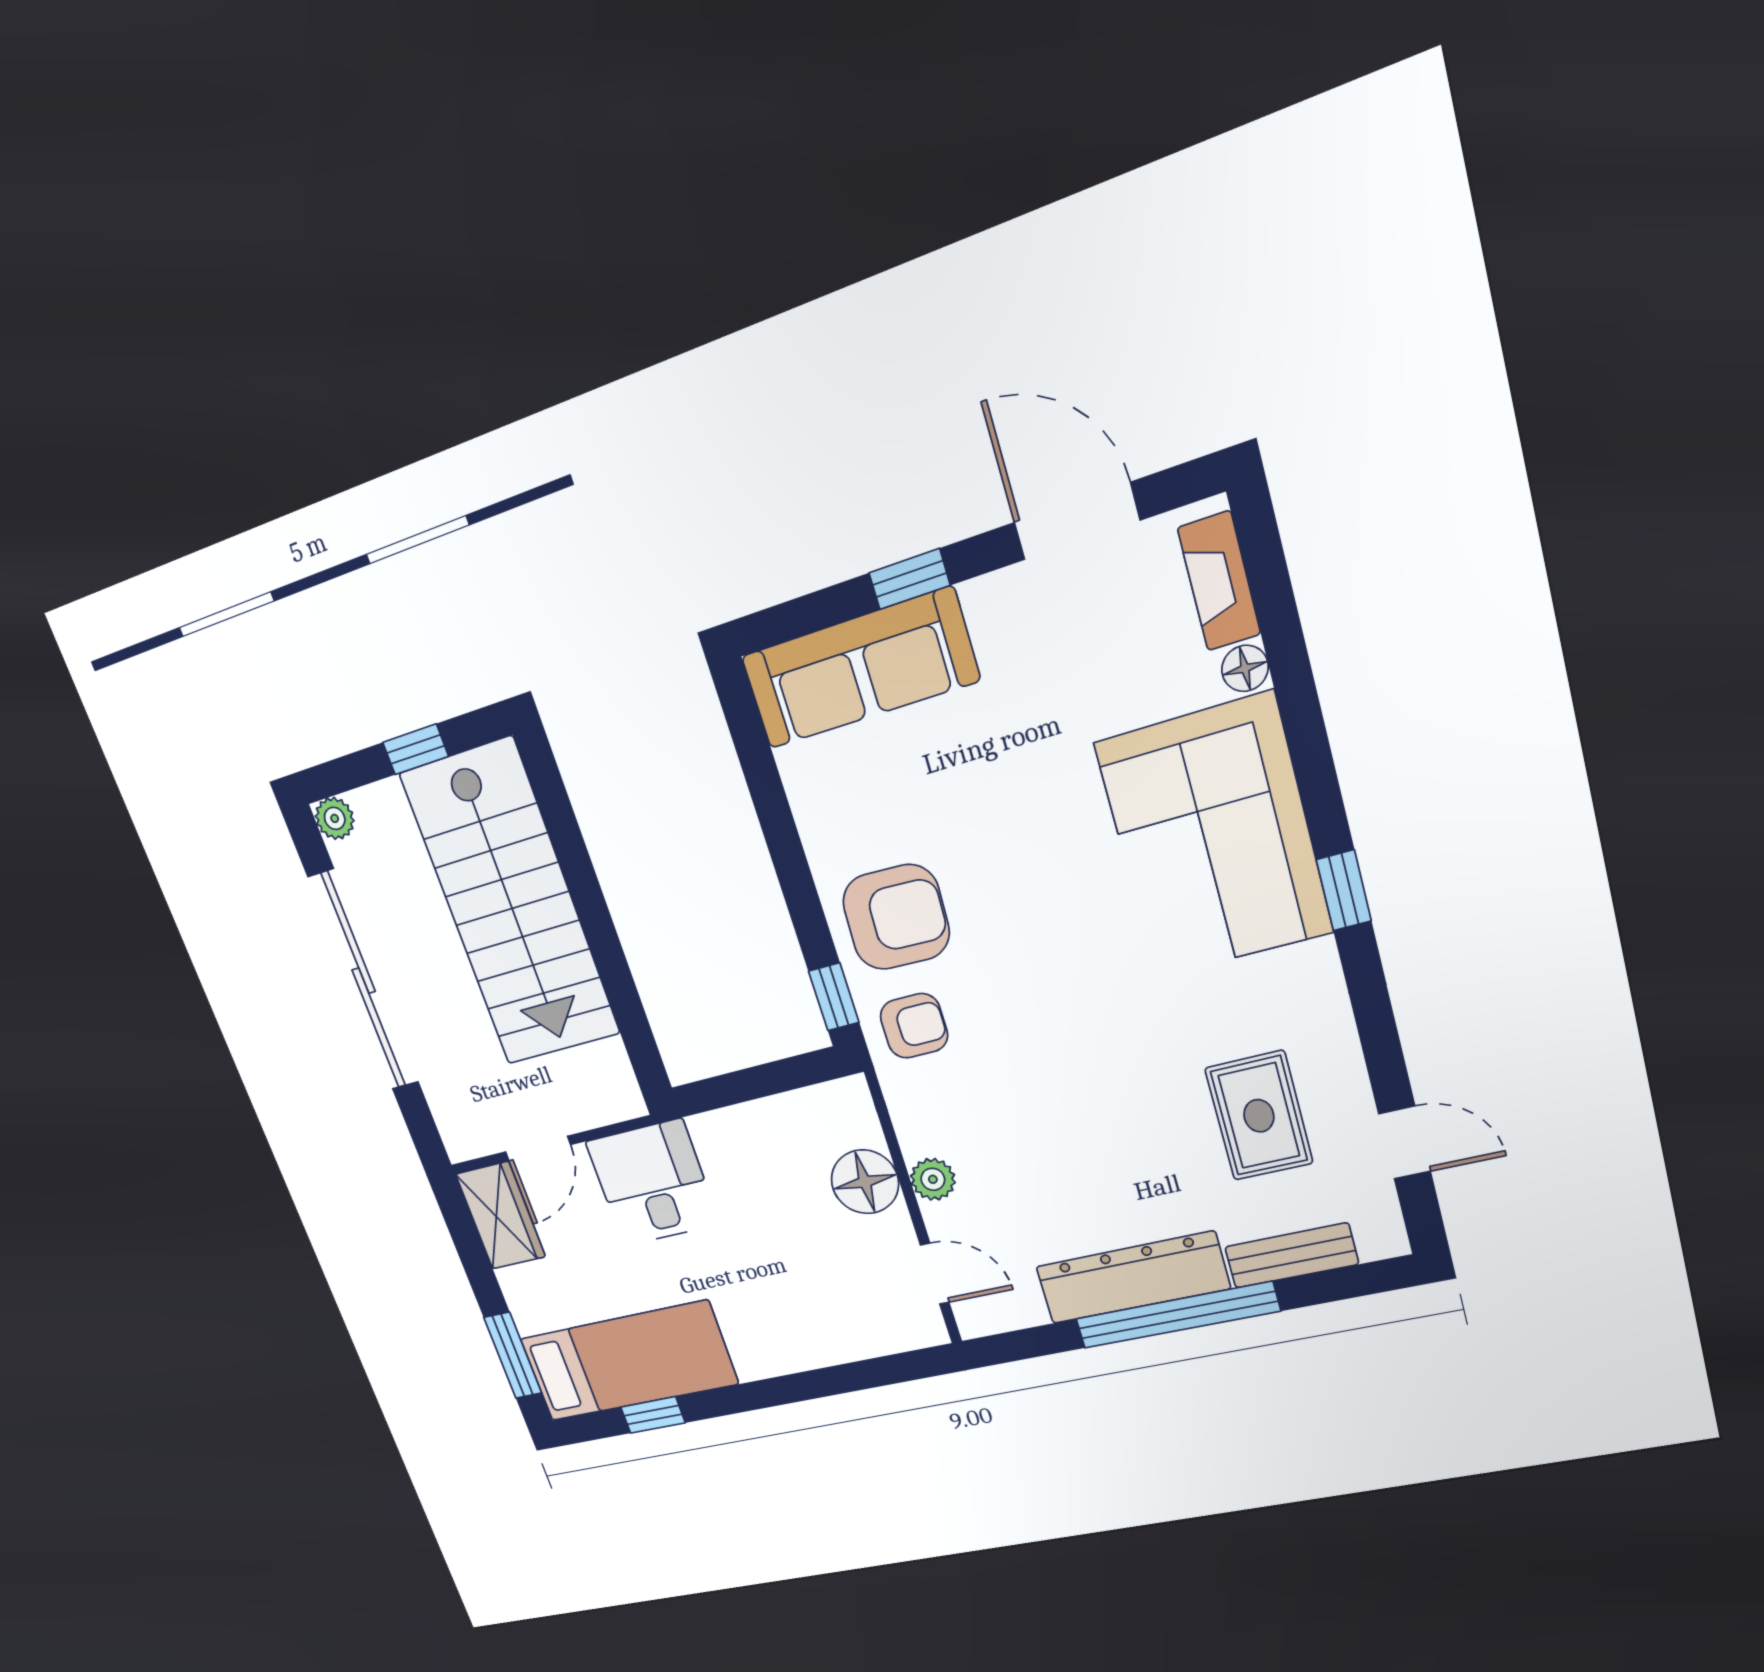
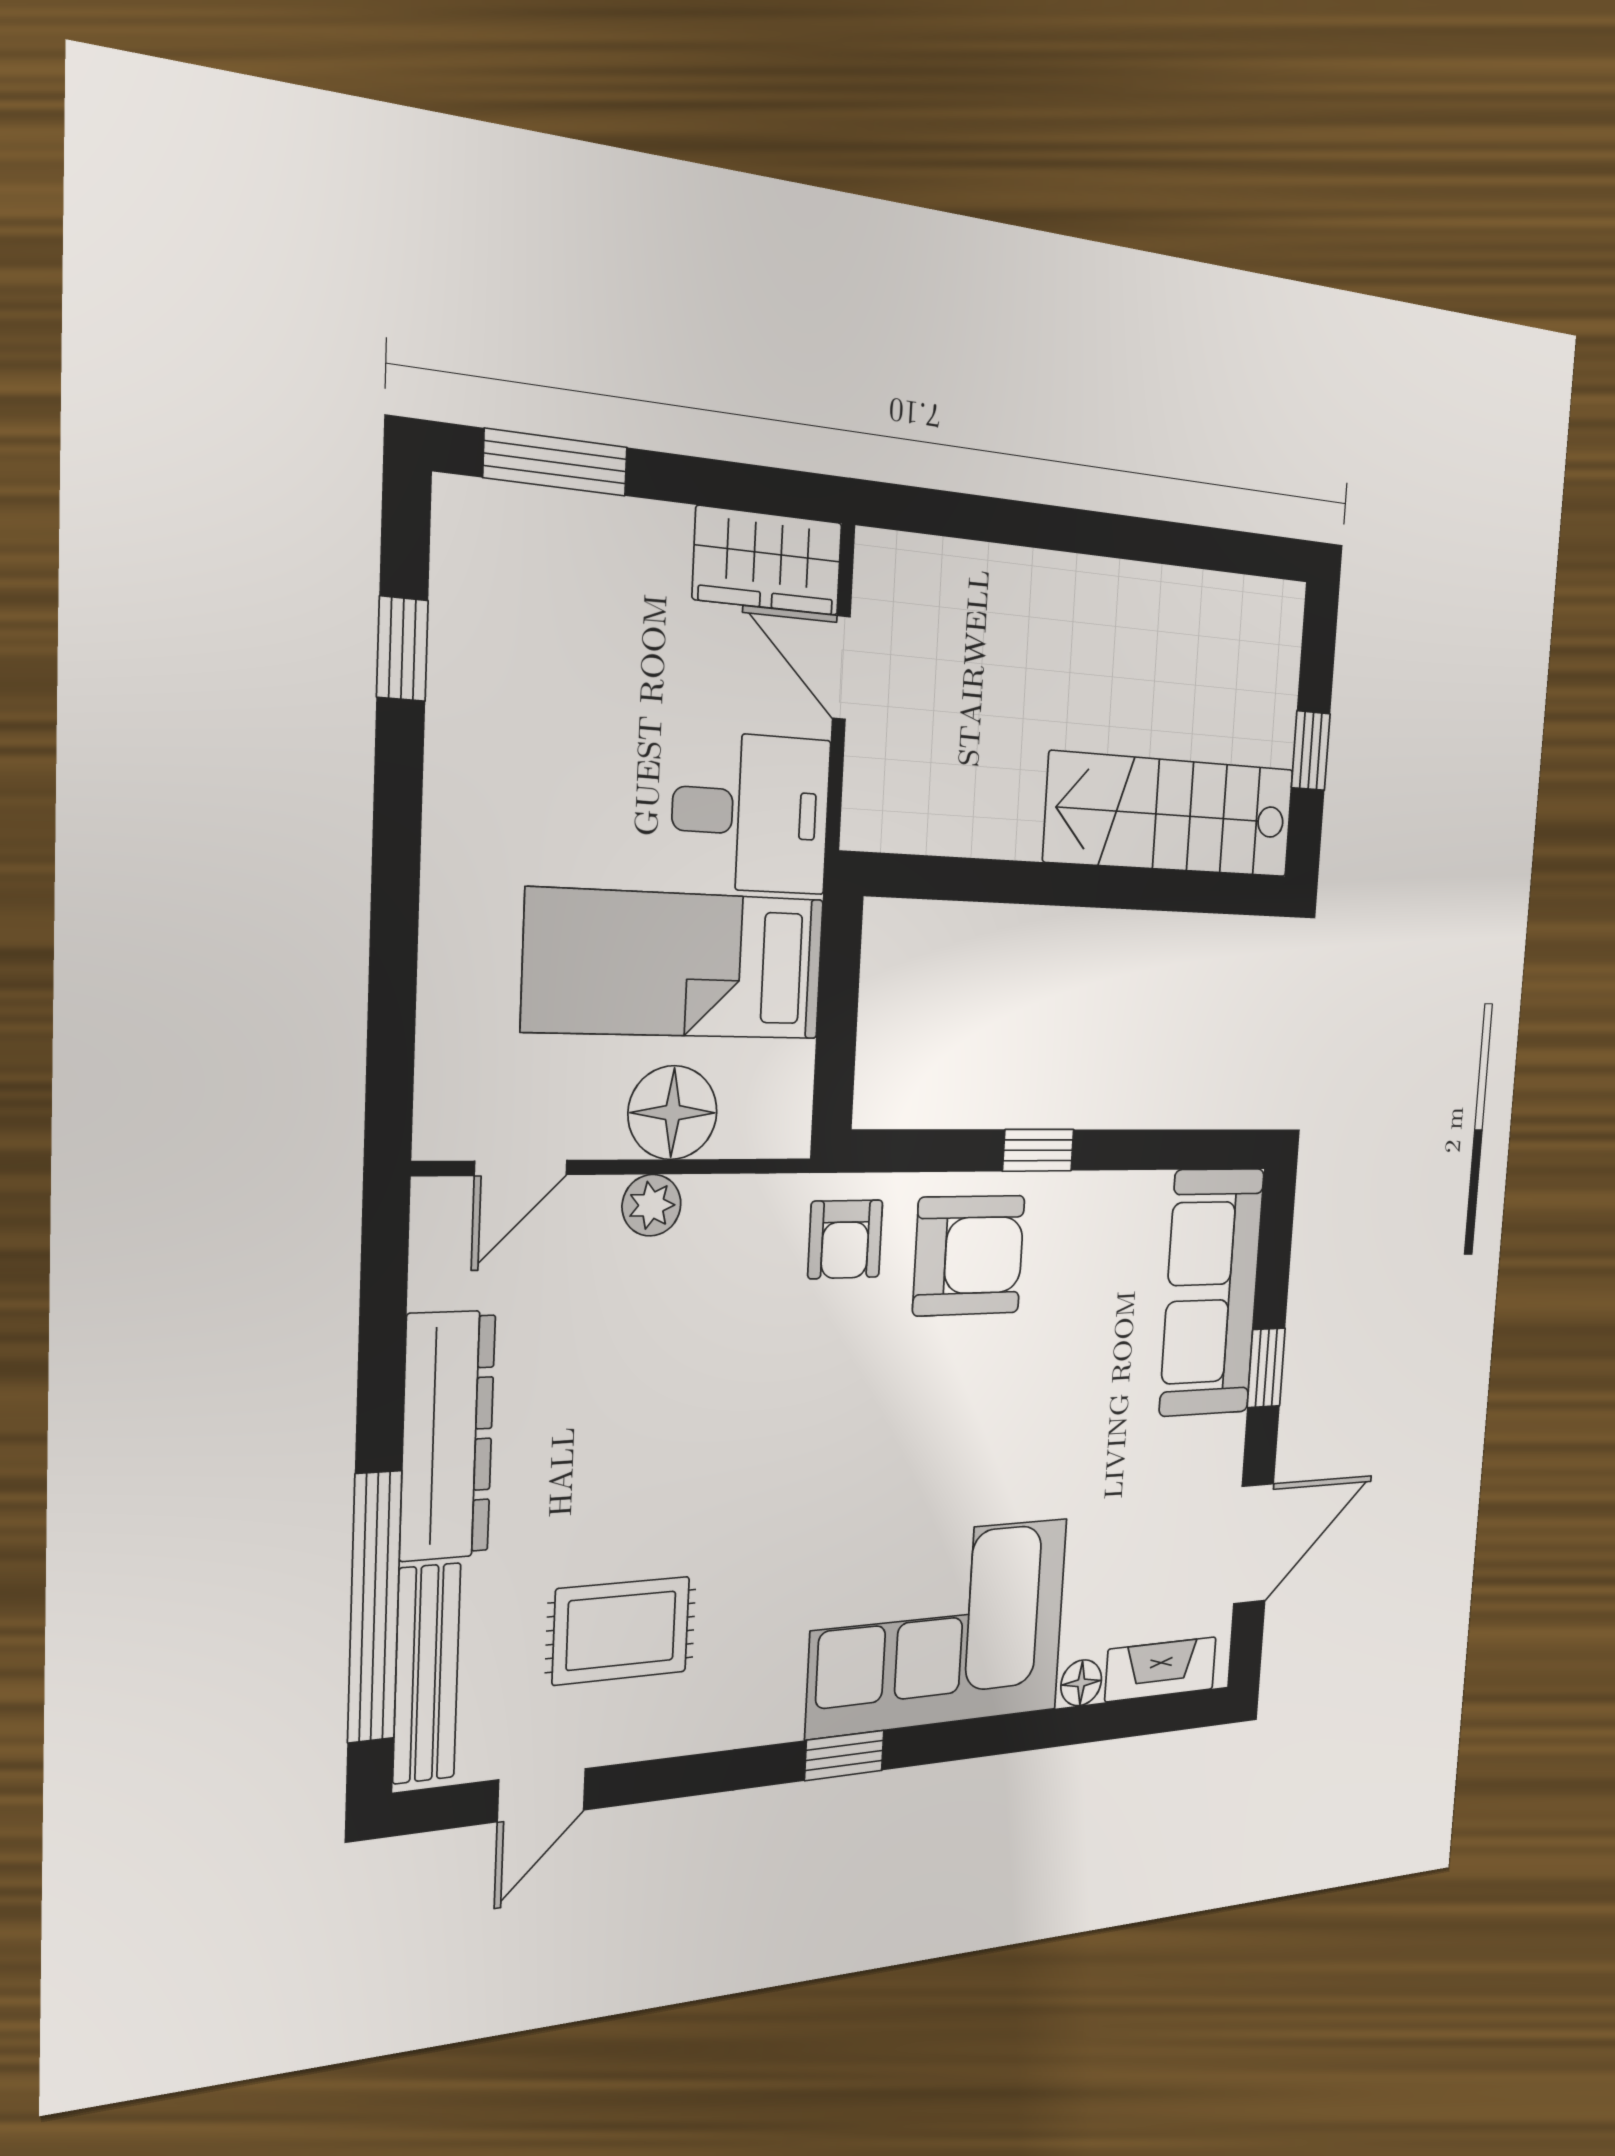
plant: (335, 818) -> (1282, 607), removed
stairs: (511, 905) -> (1171, 815), width x0.73, depth x0.66
armchair: (896, 917) -> (969, 1255), turned -92
sliding door: (364, 981) -> (1109, 535), removed
window: (834, 997) -> (1038, 1150), moved
bench: (1291, 1256) -> (427, 1673), width x1.36
window: (1177, 1315) -> (375, 1607), moved
bed: (628, 1361) -> (675, 965), moved, turned 90

